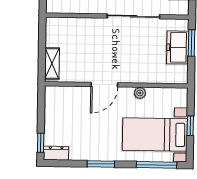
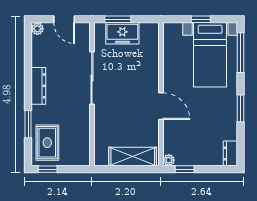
shelving: (52, 64) -> (133, 157), width x1.50, depth x1.33
plant: (140, 93) -> (169, 160), moved
window: (41, 143) -> (185, 169), moved

